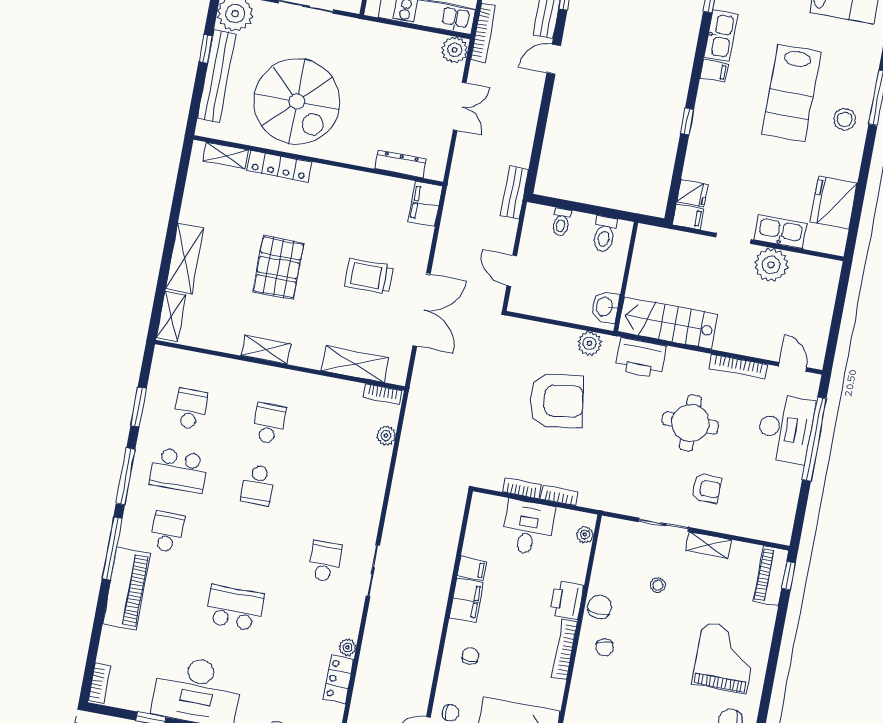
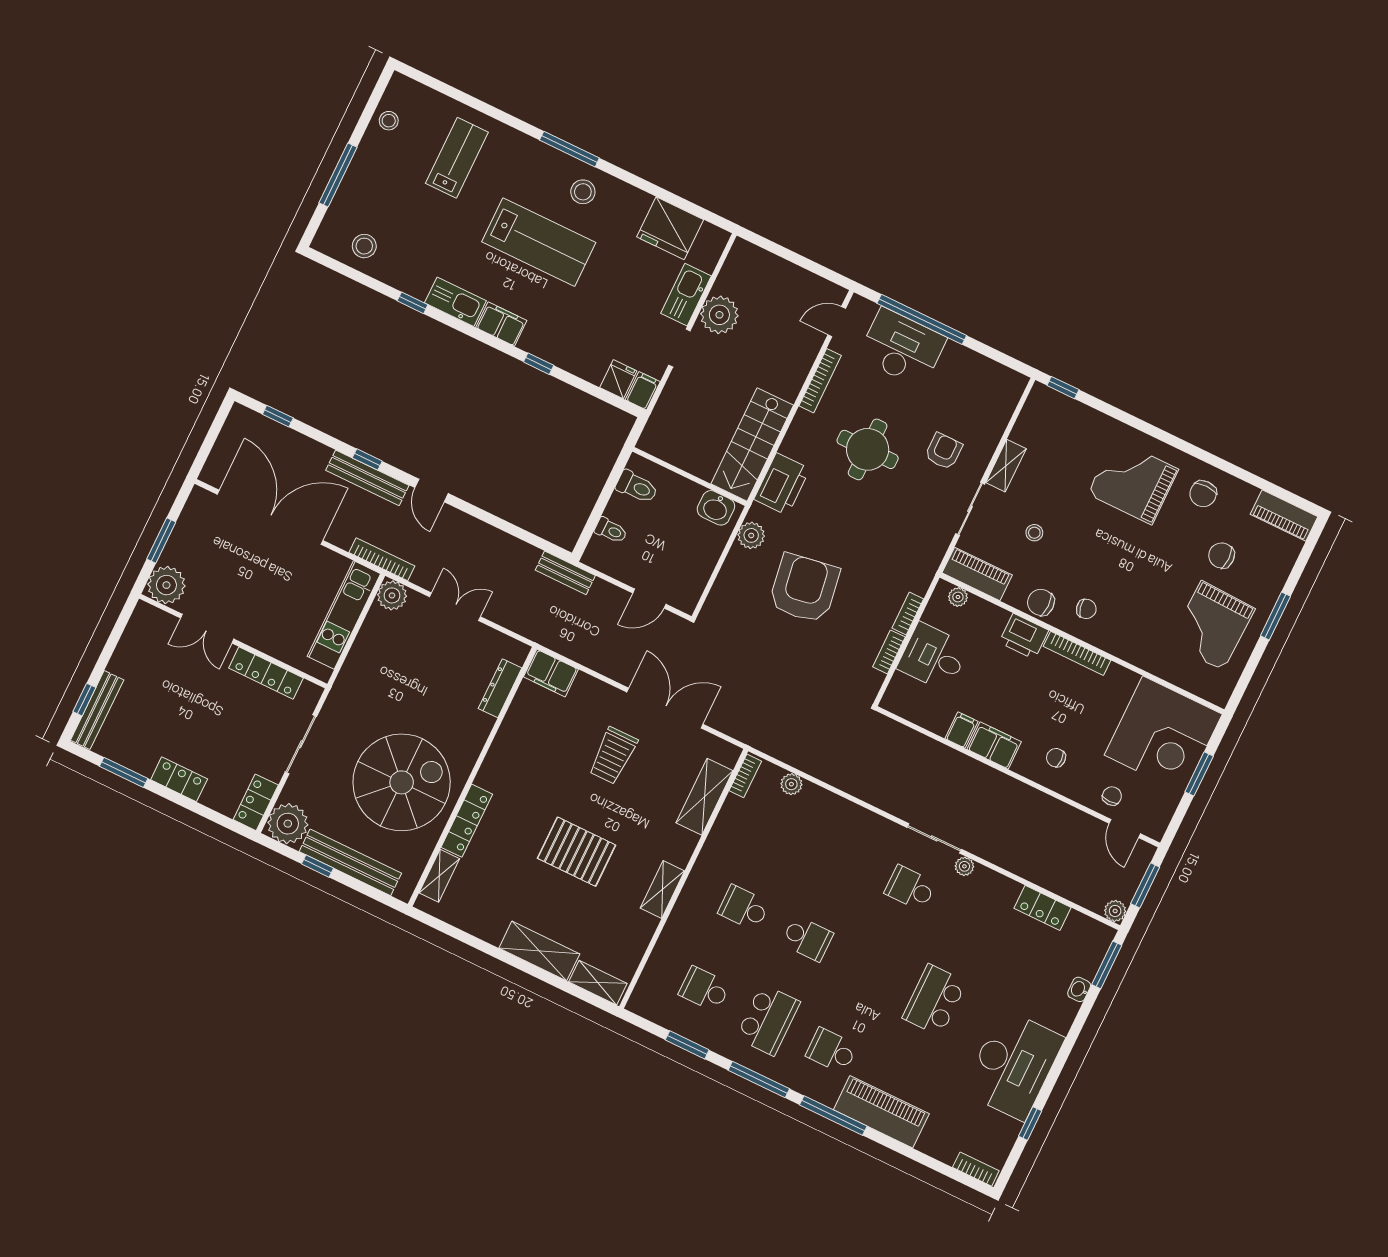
filing cabinet: (714, 71) -> (501, 324), width x2.00
piano: (771, 576) -> (977, 574), moved, turned 180
plant: (348, 647) -> (964, 866), moved

